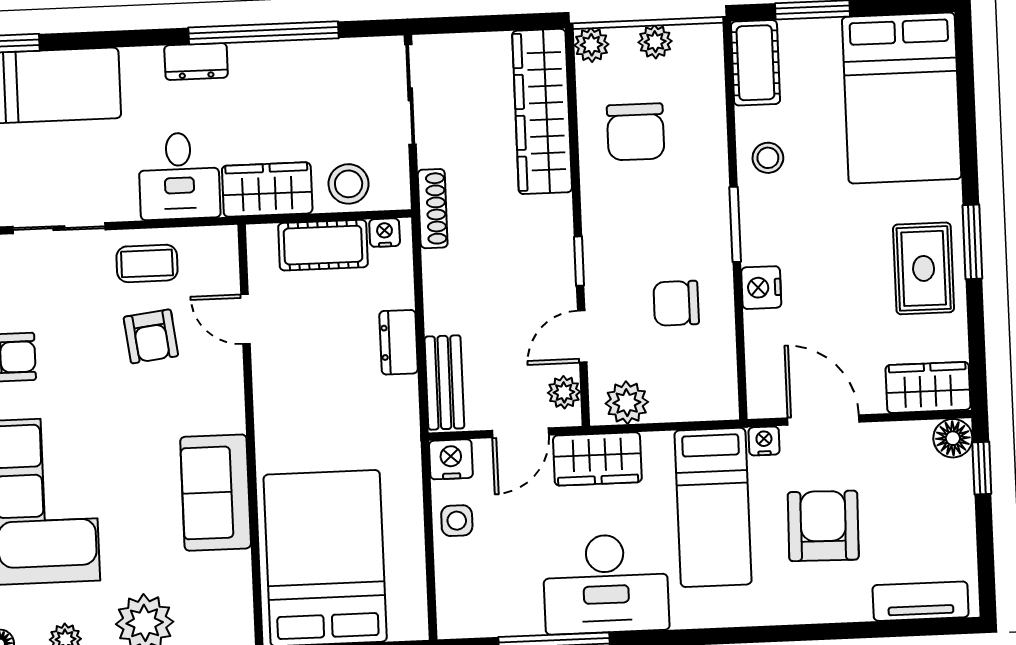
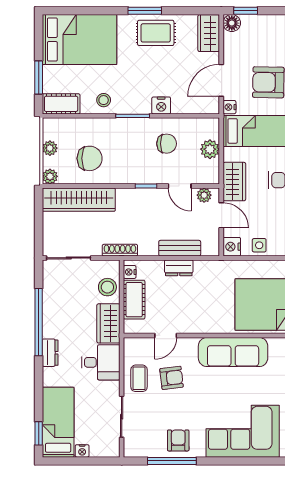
chair: (676, 303) -> (167, 144), turned -90
bench: (444, 382) -> (180, 248), moved
plant: (627, 403) -> (210, 149), moved
sofa: (216, 493) -> (233, 352), width x1.36

